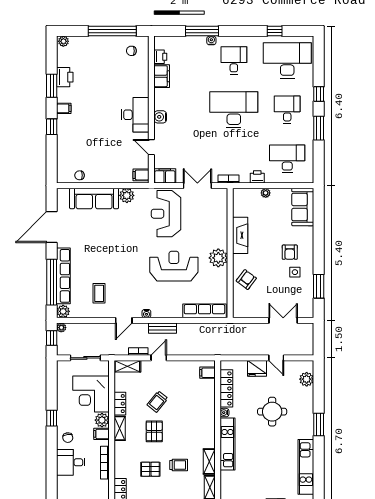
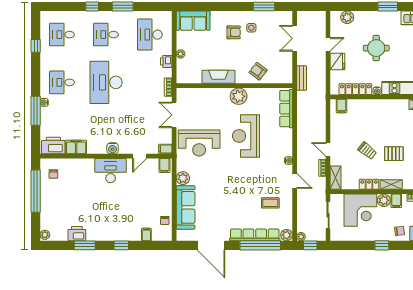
printer: (160, 57) -> (53, 145), width x1.87, depth x1.48
desk: (287, 60) -> (62, 35), width x0.53, depth x0.77
filing cabinet: (64, 108) -> (146, 234), moved
filing cabinet: (165, 176) -> (165, 149), width x0.50
bench: (162, 328) -> (302, 78), moved

